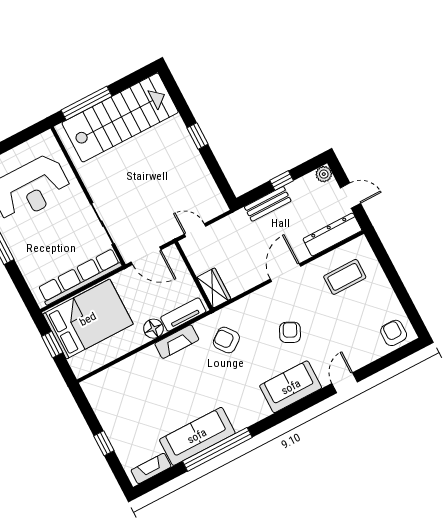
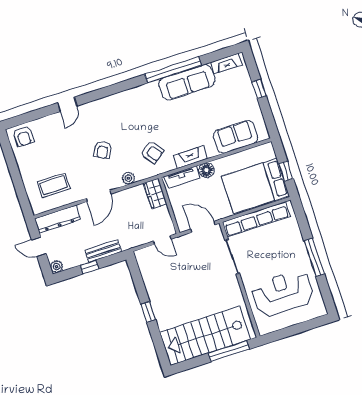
plant: (251, 302) -> (128, 178), added
sofa: (291, 387) -> (236, 137), moved, turned 180

